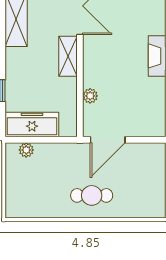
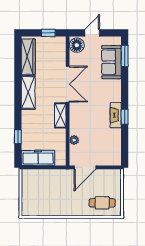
plant: (26, 150) -> (34, 174), removed
cafe table: (92, 195) -> (102, 203), moved

